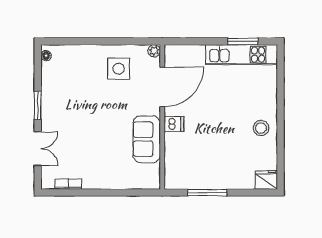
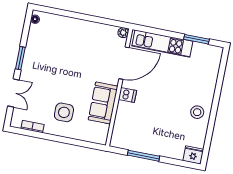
kitchen unit: (242, 55) -> (162, 44), moved
side table: (119, 69) -> (64, 112), moved

